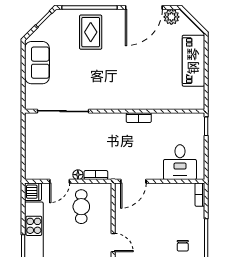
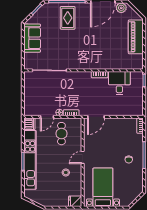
desk: (180, 162) -> (119, 83), moved, turned 180
door: (113, 243) -> (83, 157), swing flipped

